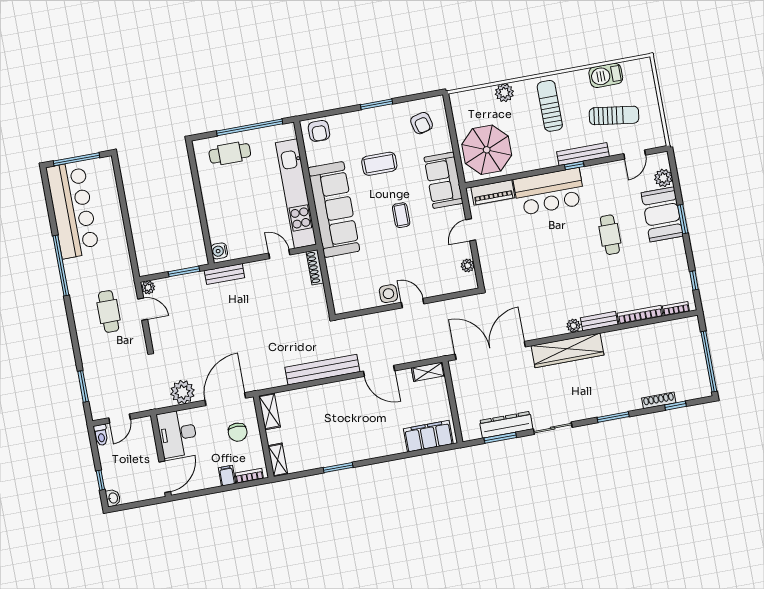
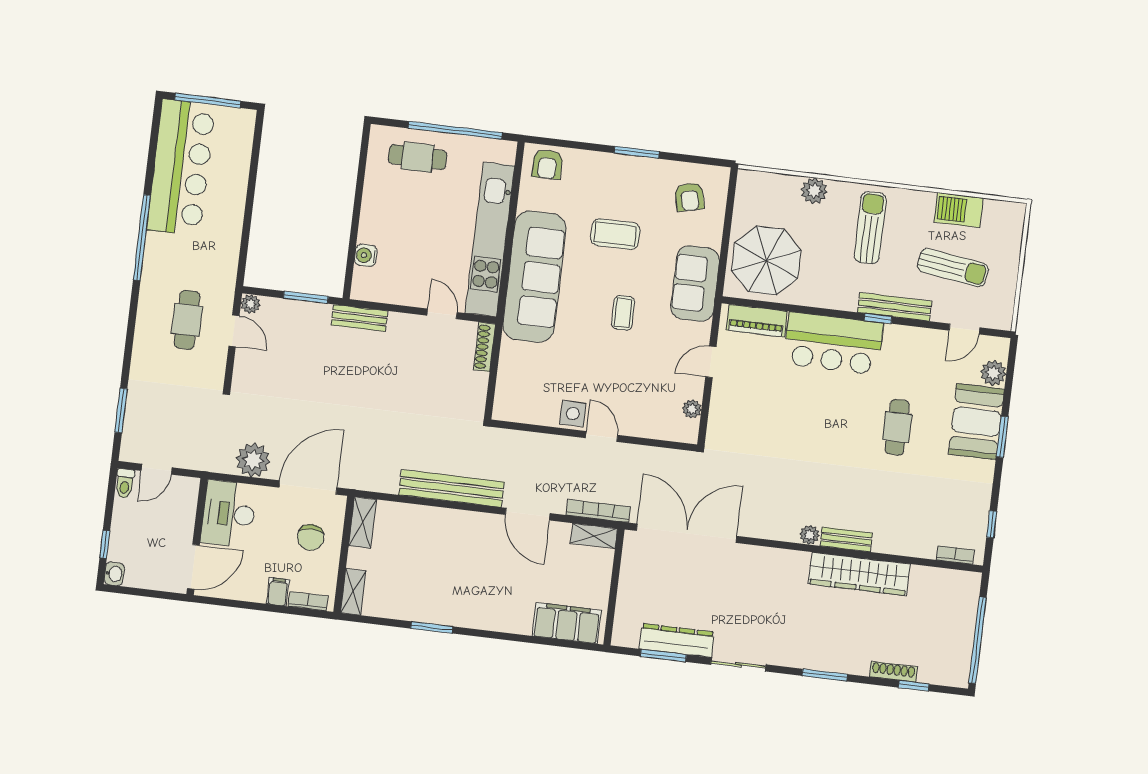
water cooler: (219, 251) -> (366, 255), moved
bookcase: (640, 315) -> (598, 511), moved
wardrobe: (568, 350) -> (859, 574), moved

